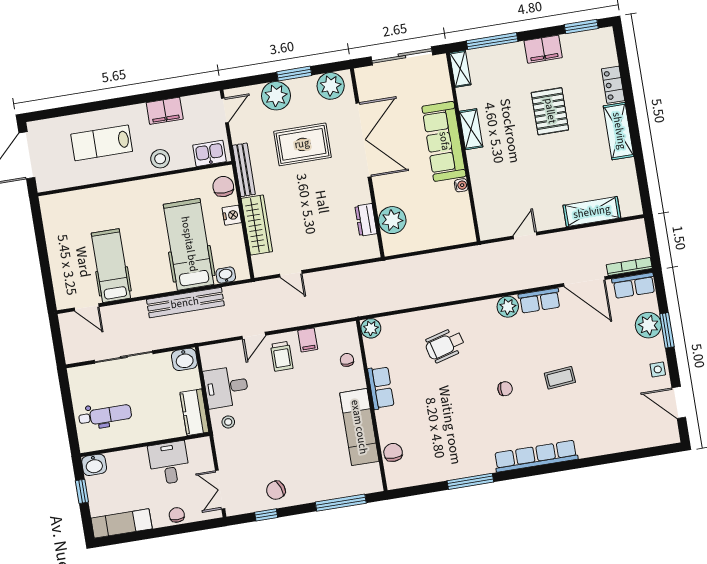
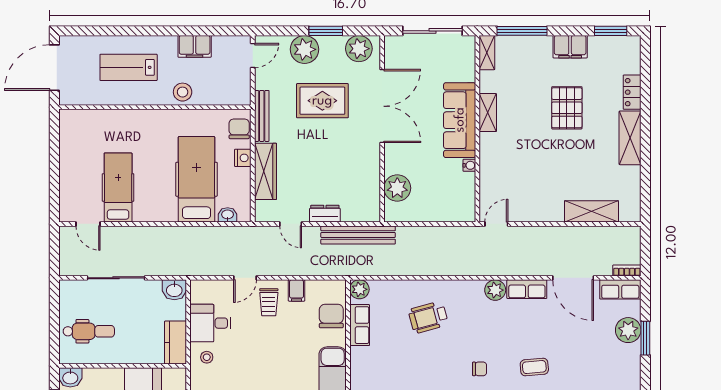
kitchen sink: (209, 153) -> (231, 95), removed
dresser: (366, 220) -> (325, 214), moved, turned 90
door: (525, 236) -> (496, 224), moved
bookcase: (629, 267) -> (627, 270), width x0.64
bench: (185, 303) -> (358, 235), moved
chair: (347, 360) -> (331, 316), width x1.87, depth x1.87
side table: (658, 369) -> (630, 374), removed
row of seats: (381, 388) -> (360, 325), moved

